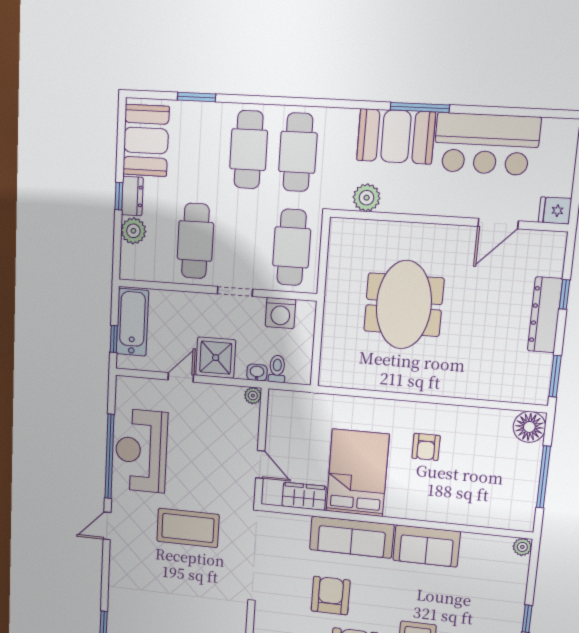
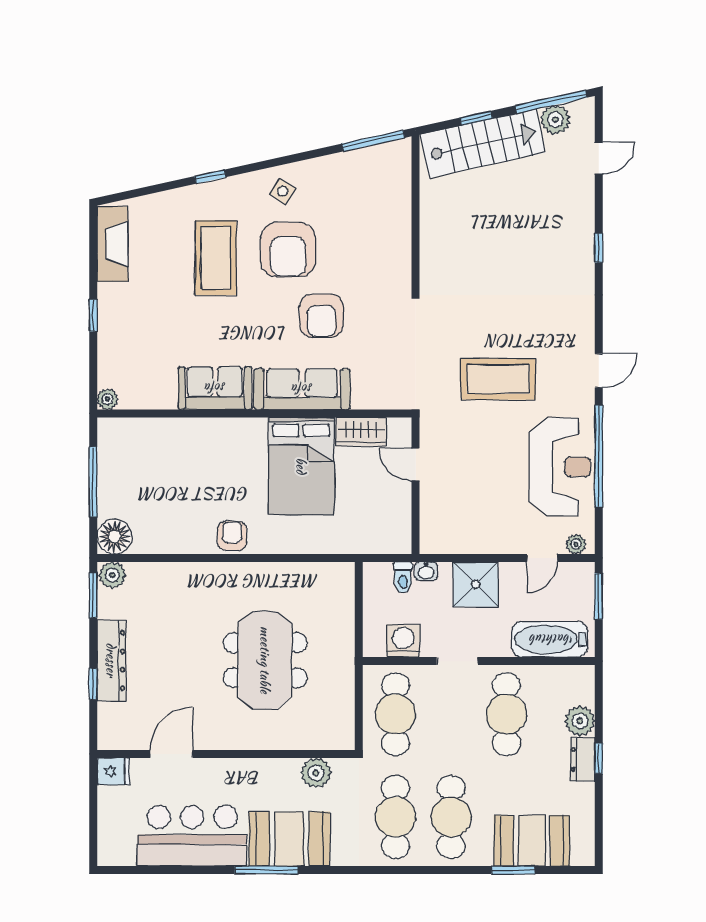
booth: (146, 140) -> (532, 841), moved, turned 90
bathtub: (132, 322) -> (550, 639), moved, turned 90
window: (114, 339) -> (599, 596), width x1.50
door: (181, 377) -> (542, 558), moved
plant: (535, 393) -> (112, 575), added
plant: (253, 396) -> (576, 544), moved
armchair: (426, 447) -> (232, 536), moved

